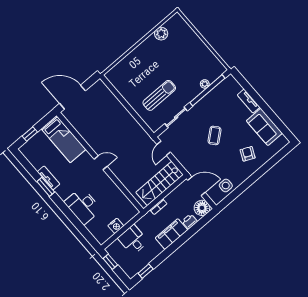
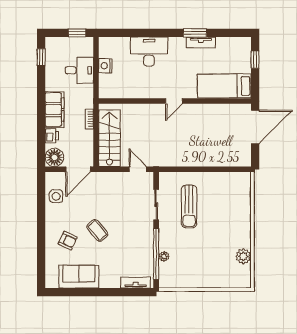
tv unit: (249, 101) -> (136, 283), moved
coffee table: (215, 135) -> (97, 230), moved

